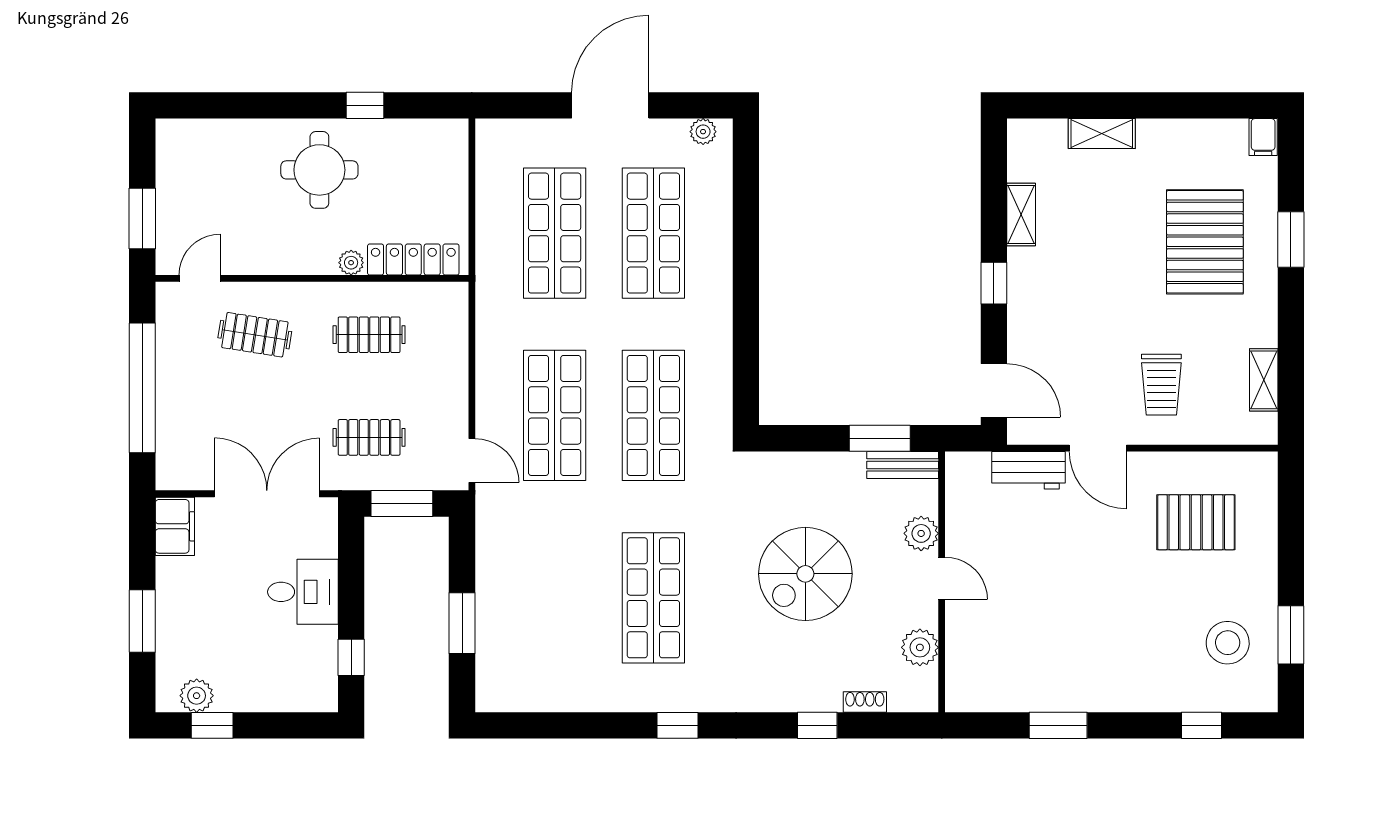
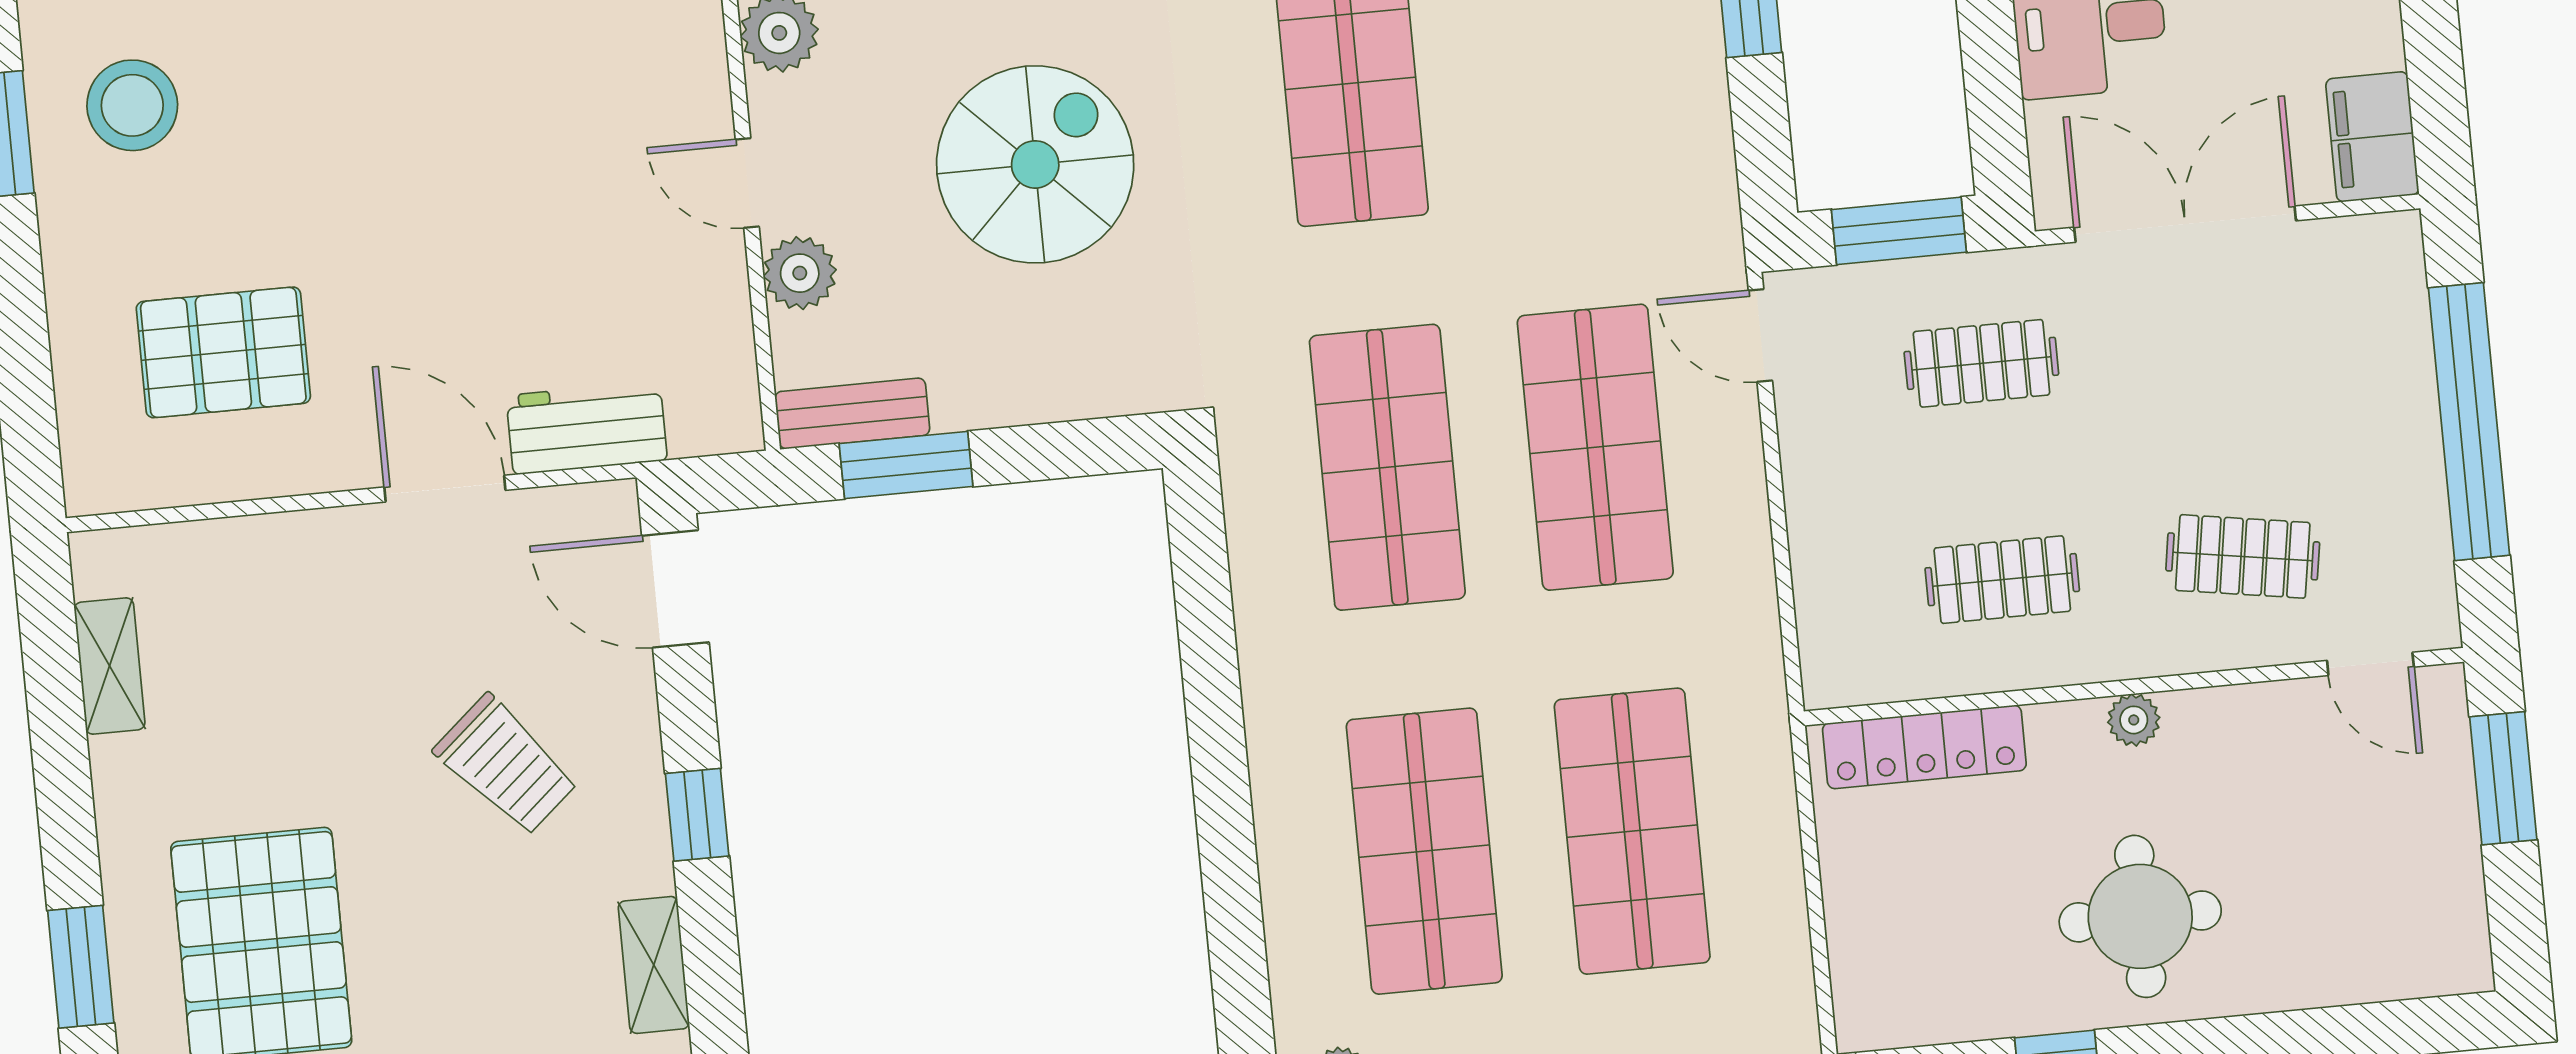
plant: (351, 263) -> (2134, 720), moved
door: (200, 278) -> (2370, 664), hinge flipped
trolley: (1161, 385) -> (506, 765), moved, turned 139
double door: (267, 494) -> (2185, 224), swing flipped

